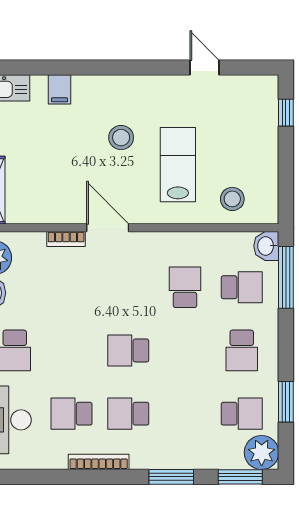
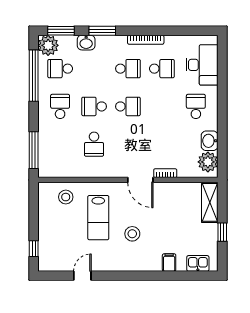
door: (204, 68) -> (82, 276), swing flipped
washbasin: (266, 246) -> (86, 43), moved, turned 90
school desk: (242, 287) -> (94, 106), moved
window: (286, 402) -> (34, 76), width x2.11

